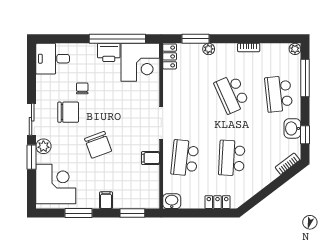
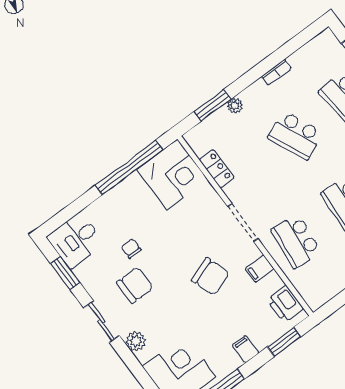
plant: (295, 49) -> (327, 37), removed
printer: (109, 52) -> (285, 304), moved, turned 90
locker: (170, 56) -> (217, 169), moved
chair: (98, 145) -> (210, 277), moved
window: (32, 157) -> (65, 273), moved
washbasin: (172, 201) -> (317, 298), removed

